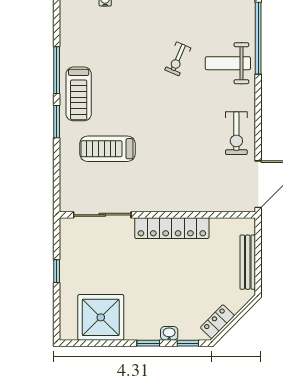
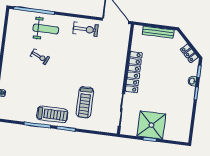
weight bench: (228, 63) -> (46, 29), turned -90
shower: (101, 317) -> (151, 125), moved

